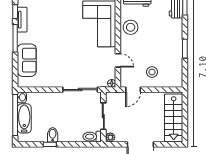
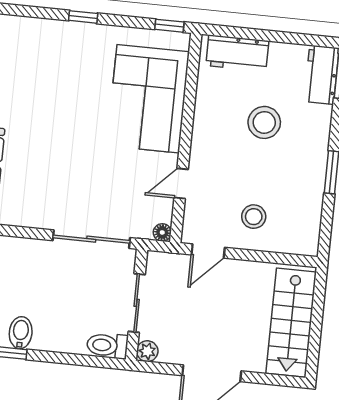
stool: (131, 27) -> (264, 122), moved
door: (118, 60) -> (181, 184), swing flipped

